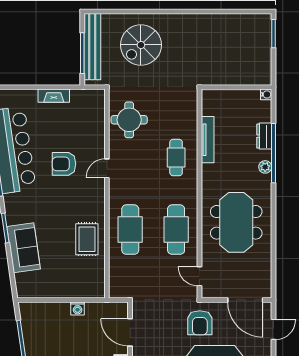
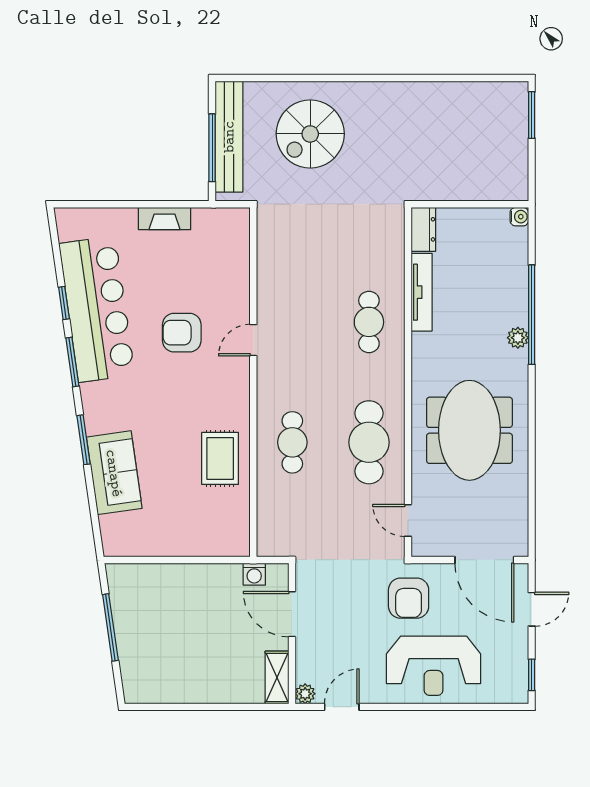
round table: (129, 120) -> (291, 259), removed
dresser: (264, 136) -> (423, 229), moved, turned 180
cafe table: (130, 230) -> (292, 442), width x0.73, depth x0.74
washing machine: (78, 308) -> (254, 574), moved

